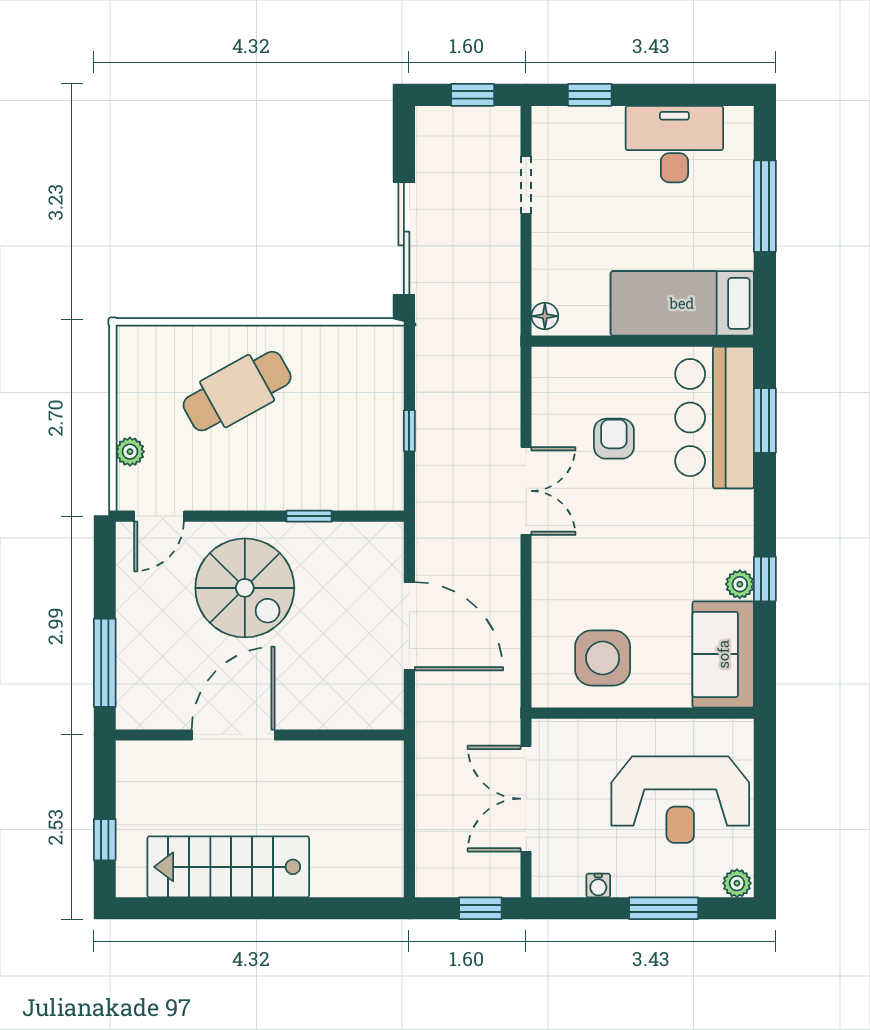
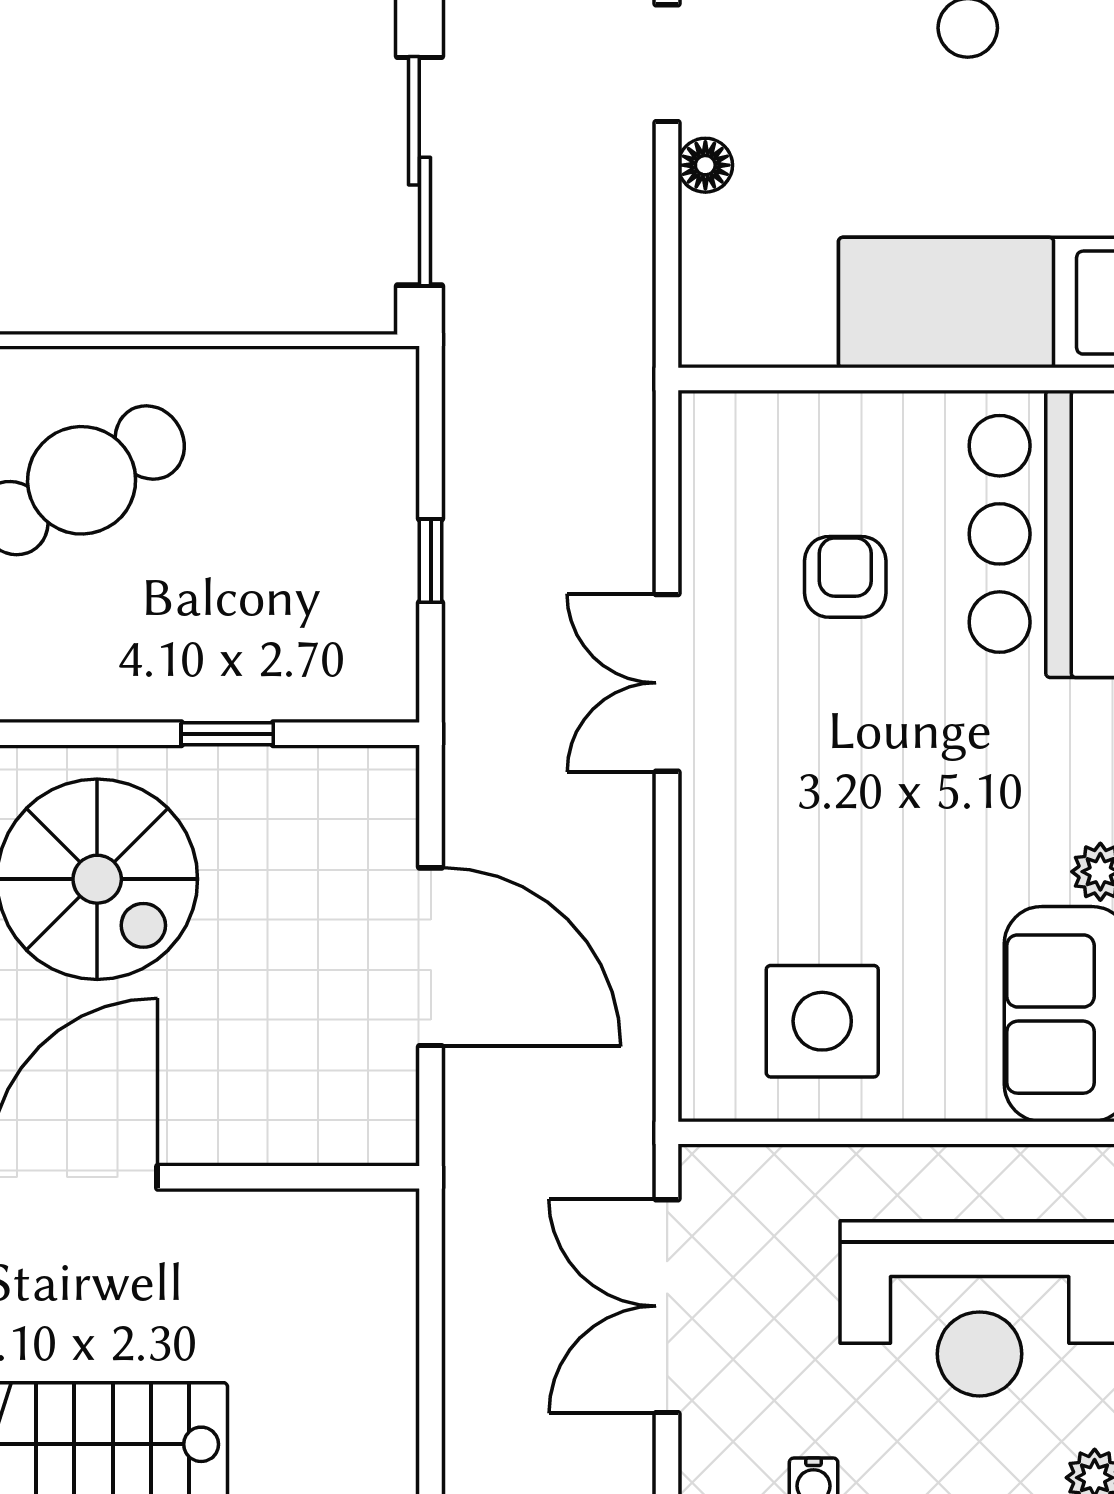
floor lamp: (545, 316) -> (705, 165), moved
double door: (526, 491) -> (667, 683), swing flipped

